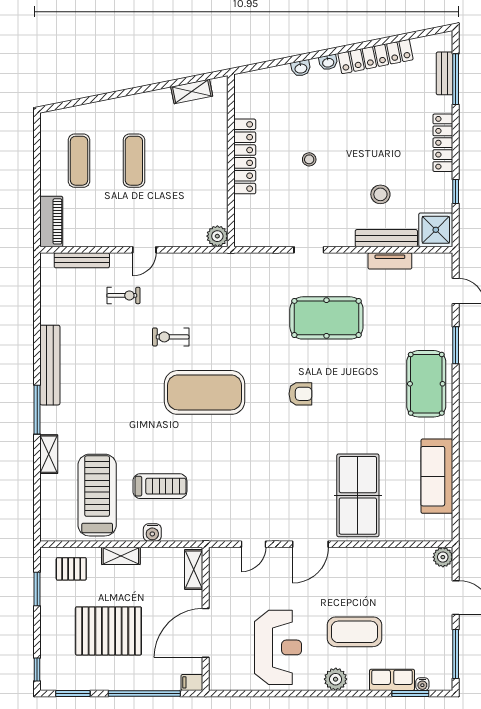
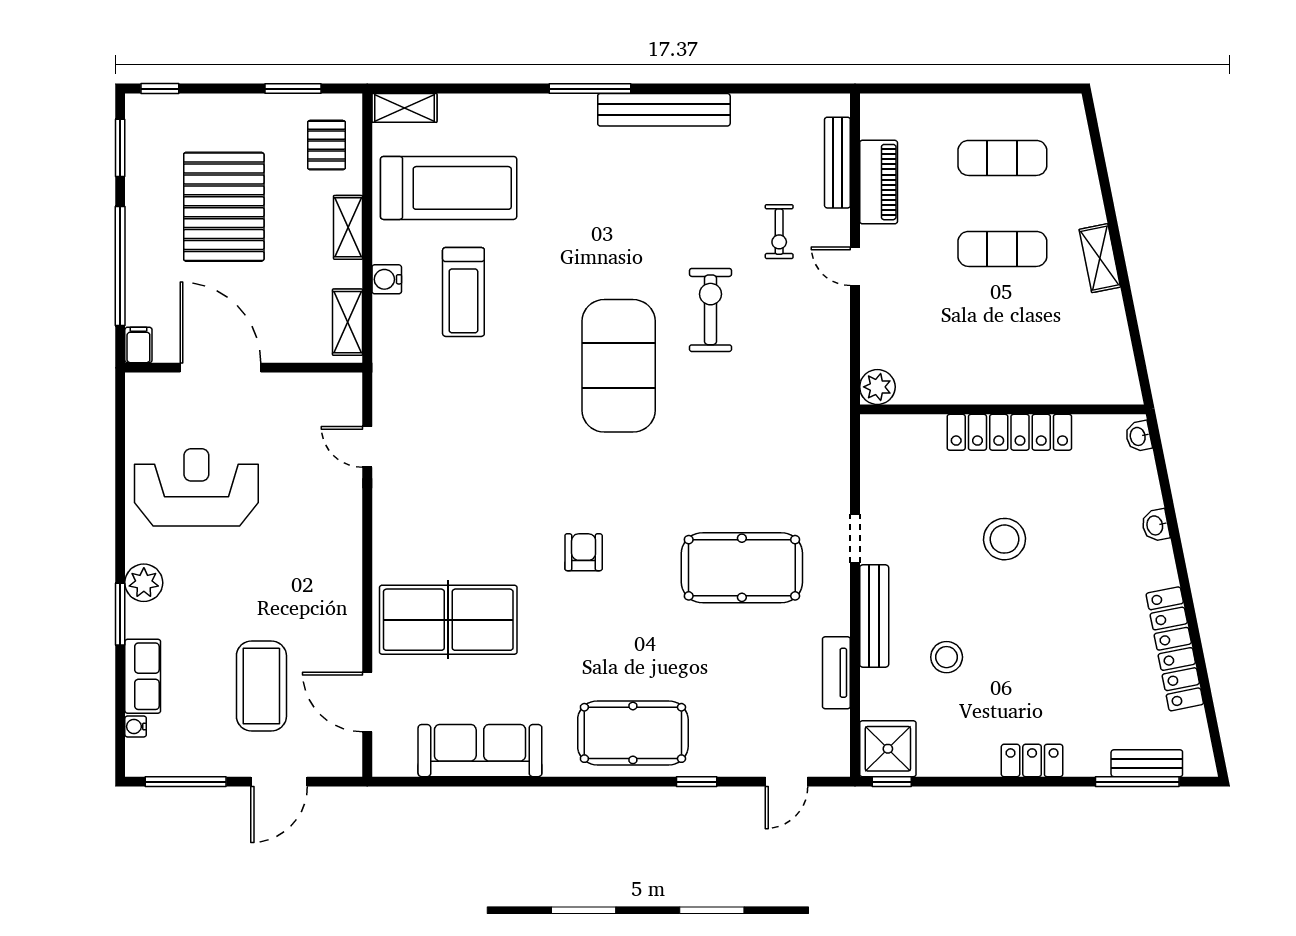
washbasin: (328, 62) -> (1138, 436), moved
shelving: (192, 91) -> (1100, 258), moved
locker: (443, 143) -> (1032, 760), width x0.66
stool: (309, 159) -> (1004, 539), width x1.89, depth x1.89
window: (456, 192) -> (892, 782), moved
piano: (51, 221) -> (879, 182), moved, turned -90
bench: (386, 238) -> (874, 616), moved
pool table: (326, 318) -> (742, 568), turned 90
exercise bike: (171, 337) -> (710, 310), width x1.38, depth x1.39
window: (456, 345) -> (697, 782), width x0.67
armchair: (300, 394) -> (584, 552), moved, turned 180
shelving: (49, 454) -> (404, 108), moved
door: (310, 544) -> (367, 702), moved
plant: (443, 557) -> (346, 760), removed
shelving: (194, 569) -> (348, 322), moved, turned 90
coffee table: (354, 632) -> (261, 686), moved
reception desk: (278, 647) -> (196, 487), turned 180
window: (410, 693) -> (120, 614), moved

